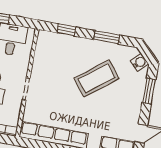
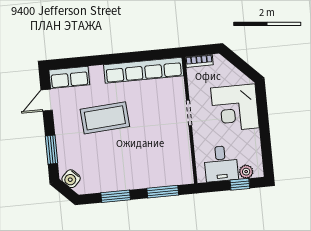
window: (66, 30) -> (163, 192), width x1.50
coffee table: (96, 78) -> (105, 118), moved, turned 34

